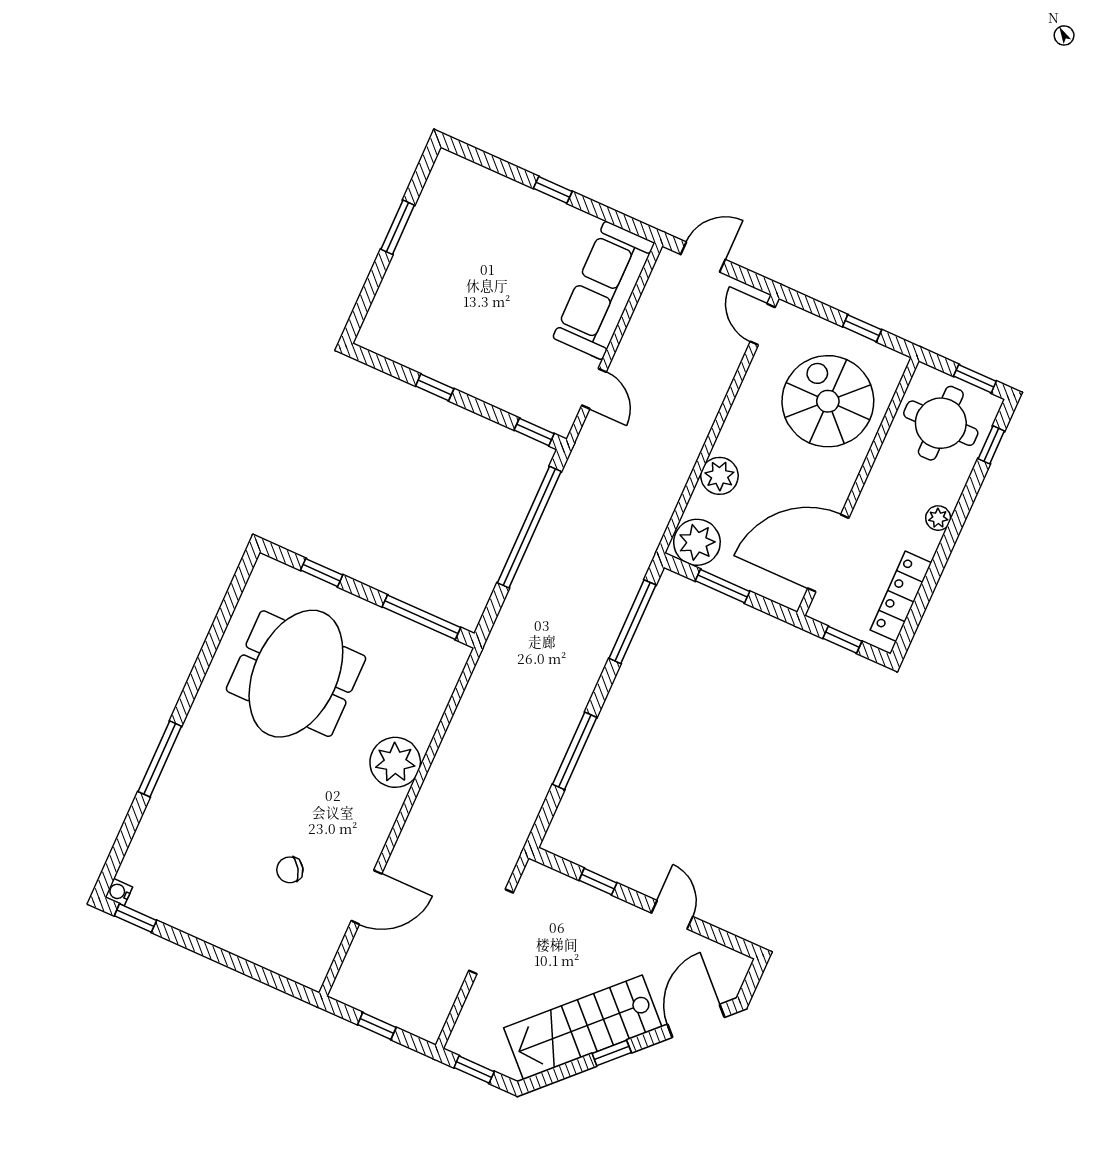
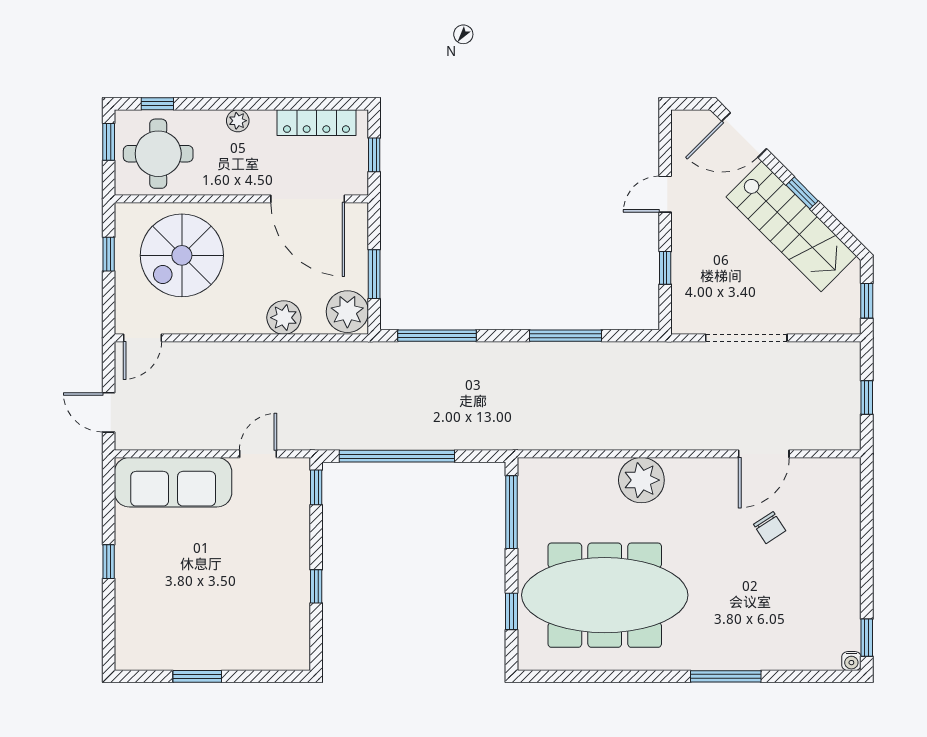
meeting table: (296, 674) -> (605, 595), width x1.36
door: (367, 897) -> (764, 454), swing flipped

